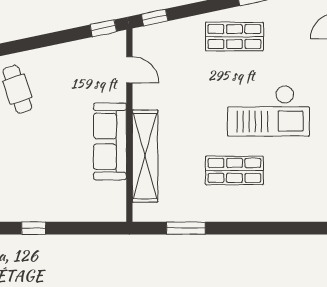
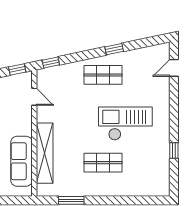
checkout: (268, 111) -> (125, 124), turned 180
sofa: (110, 141) -> (22, 161), moved

